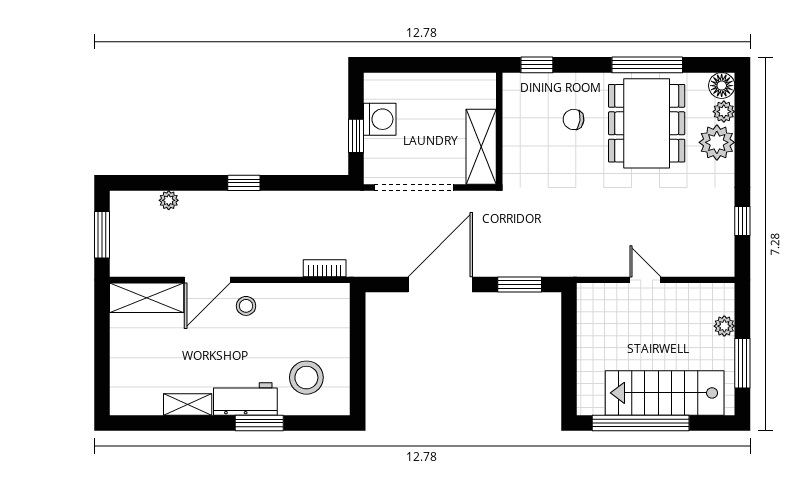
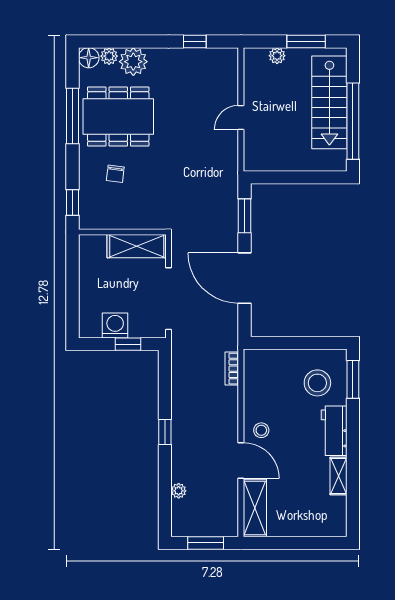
window: (259, 423) -> (353, 379), moved

